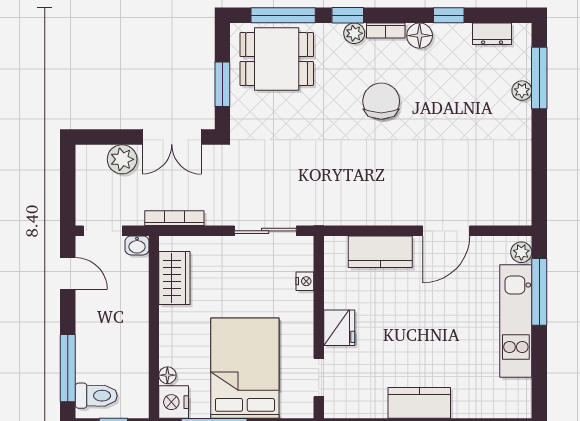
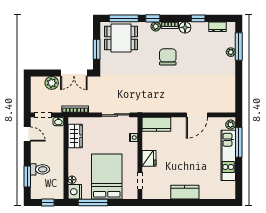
kitchen counter: (380, 252) -> (156, 124), moved
window: (68, 368) -> (27, 176), width x0.69
toilet: (96, 396) -> (40, 169), moved

